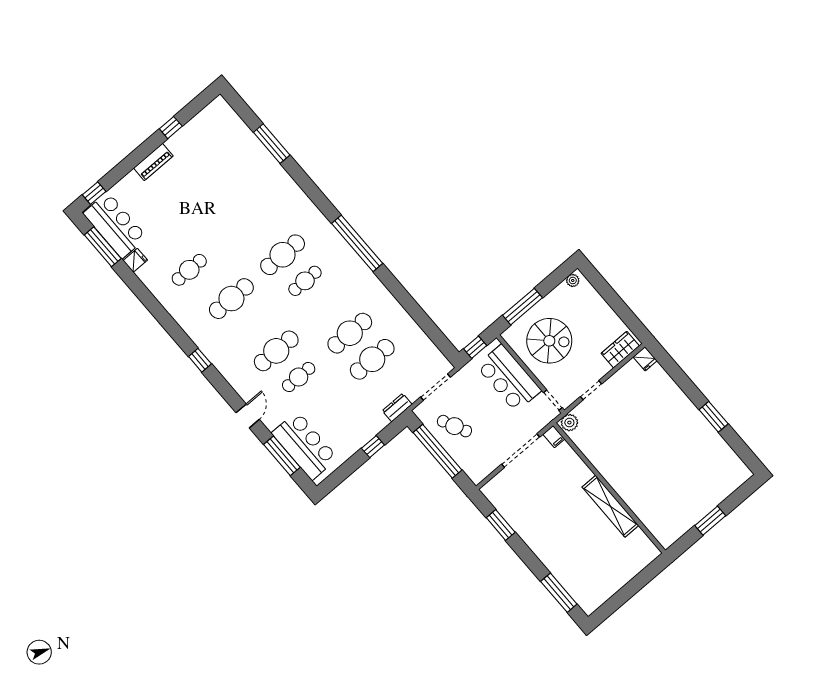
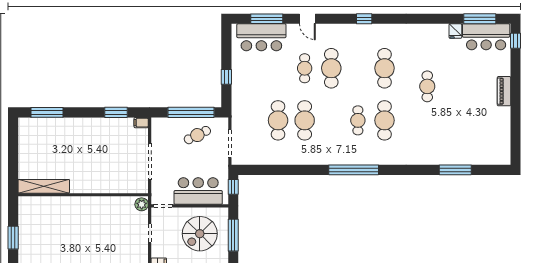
window: (171, 128) -> (516, 119), removed
cafe table: (189, 270) -> (427, 86), moved
dresser: (397, 408) -> (237, 111), removed
filing cabinet: (554, 437) -> (141, 123), moved
shelving: (610, 506) -> (44, 186), moved

